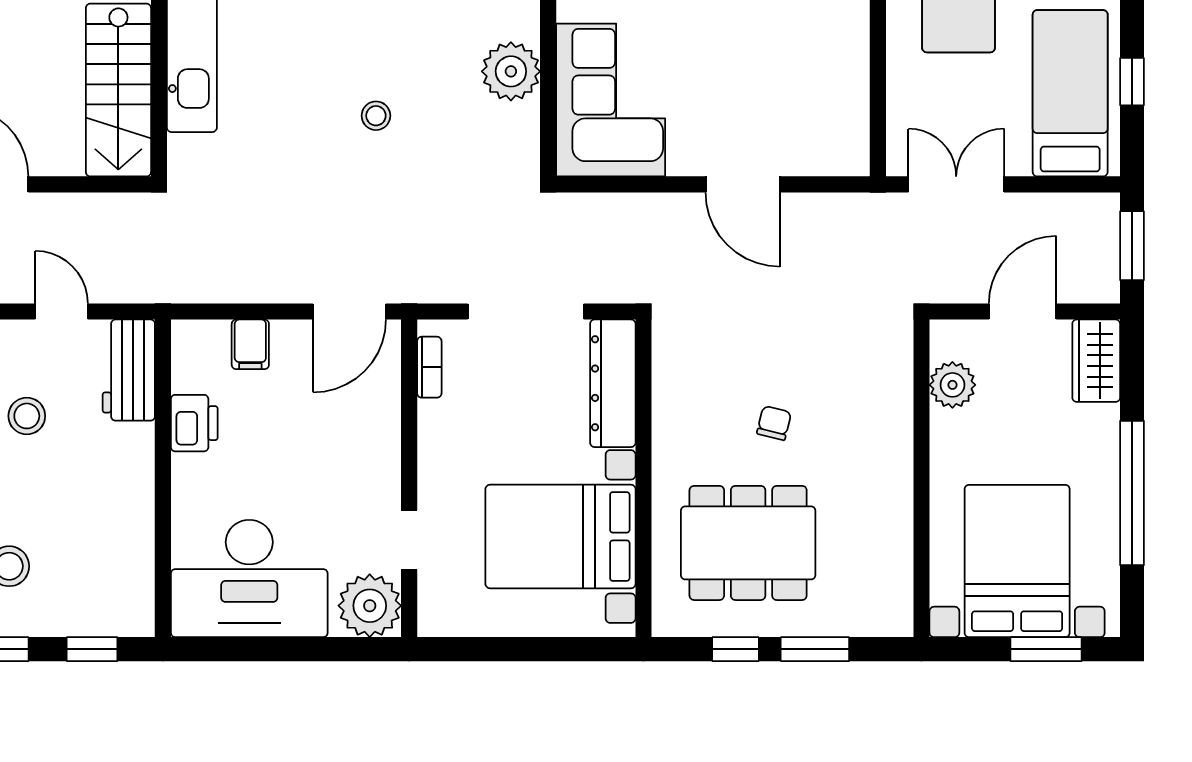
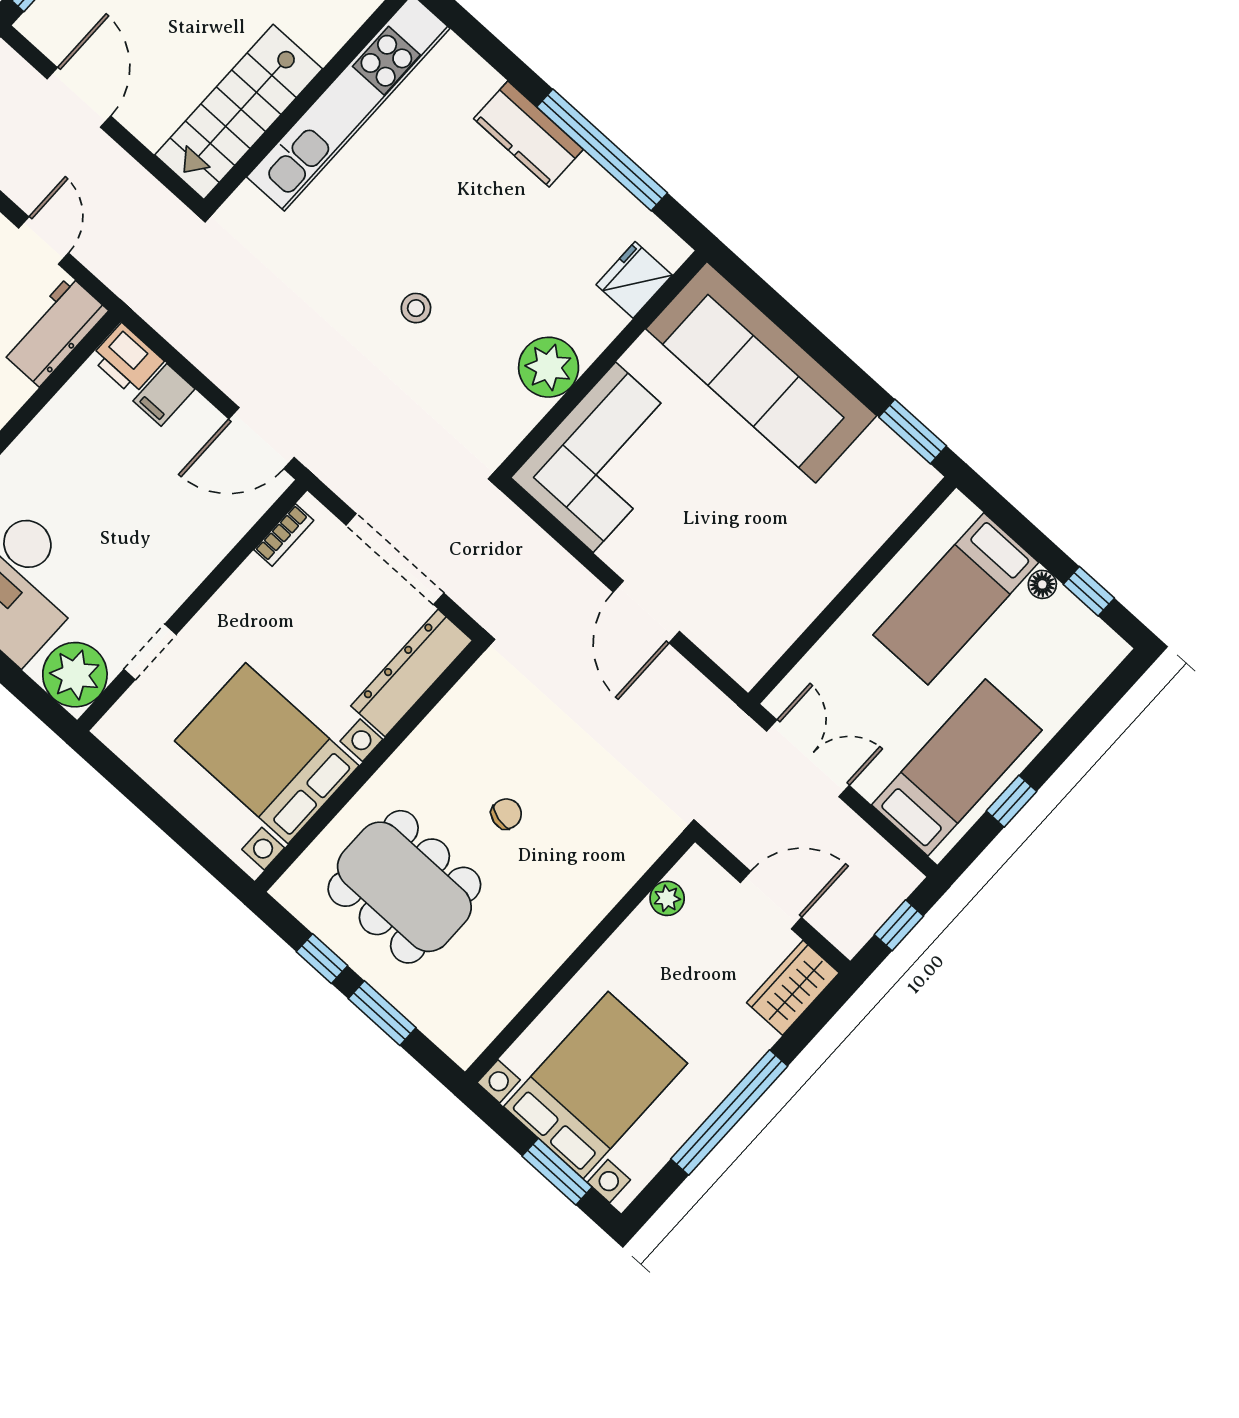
window: (1132, 246) -> (899, 925), width x0.67
plant: (952, 385) -> (667, 898), width x0.73, depth x0.73
printer: (194, 423) -> (127, 359), moved, turned 90

